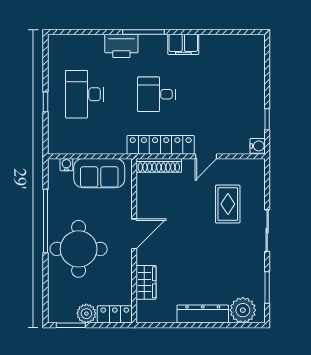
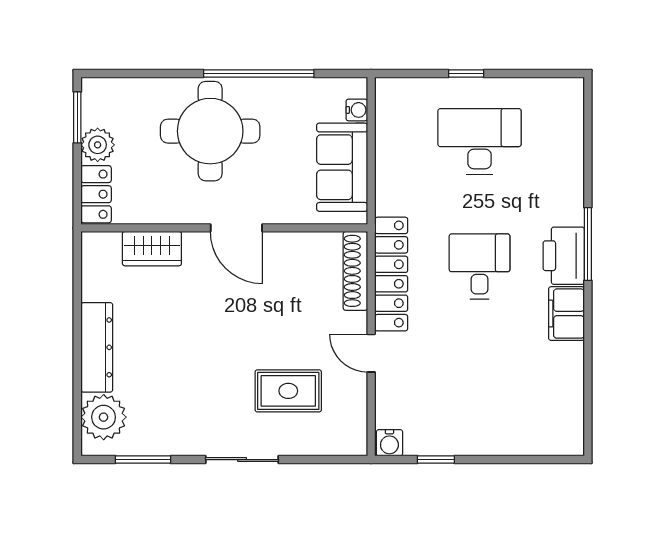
printer: (121, 46) -> (564, 256), moved

